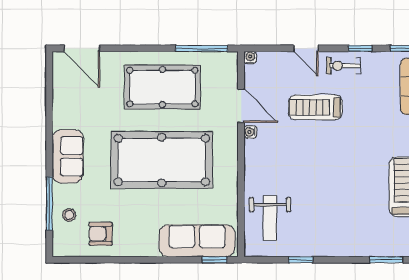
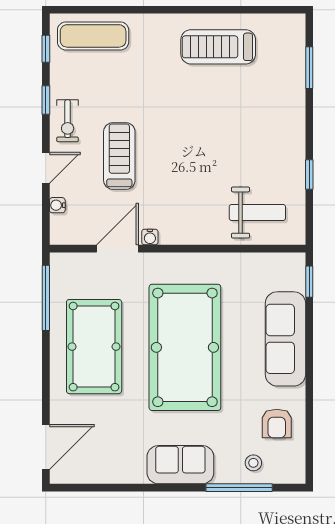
water cooler: (250, 58) -> (57, 205), moved
treadmill: (315, 107) -> (119, 156), turned 180
sofa: (197, 241) -> (285, 339), moved

